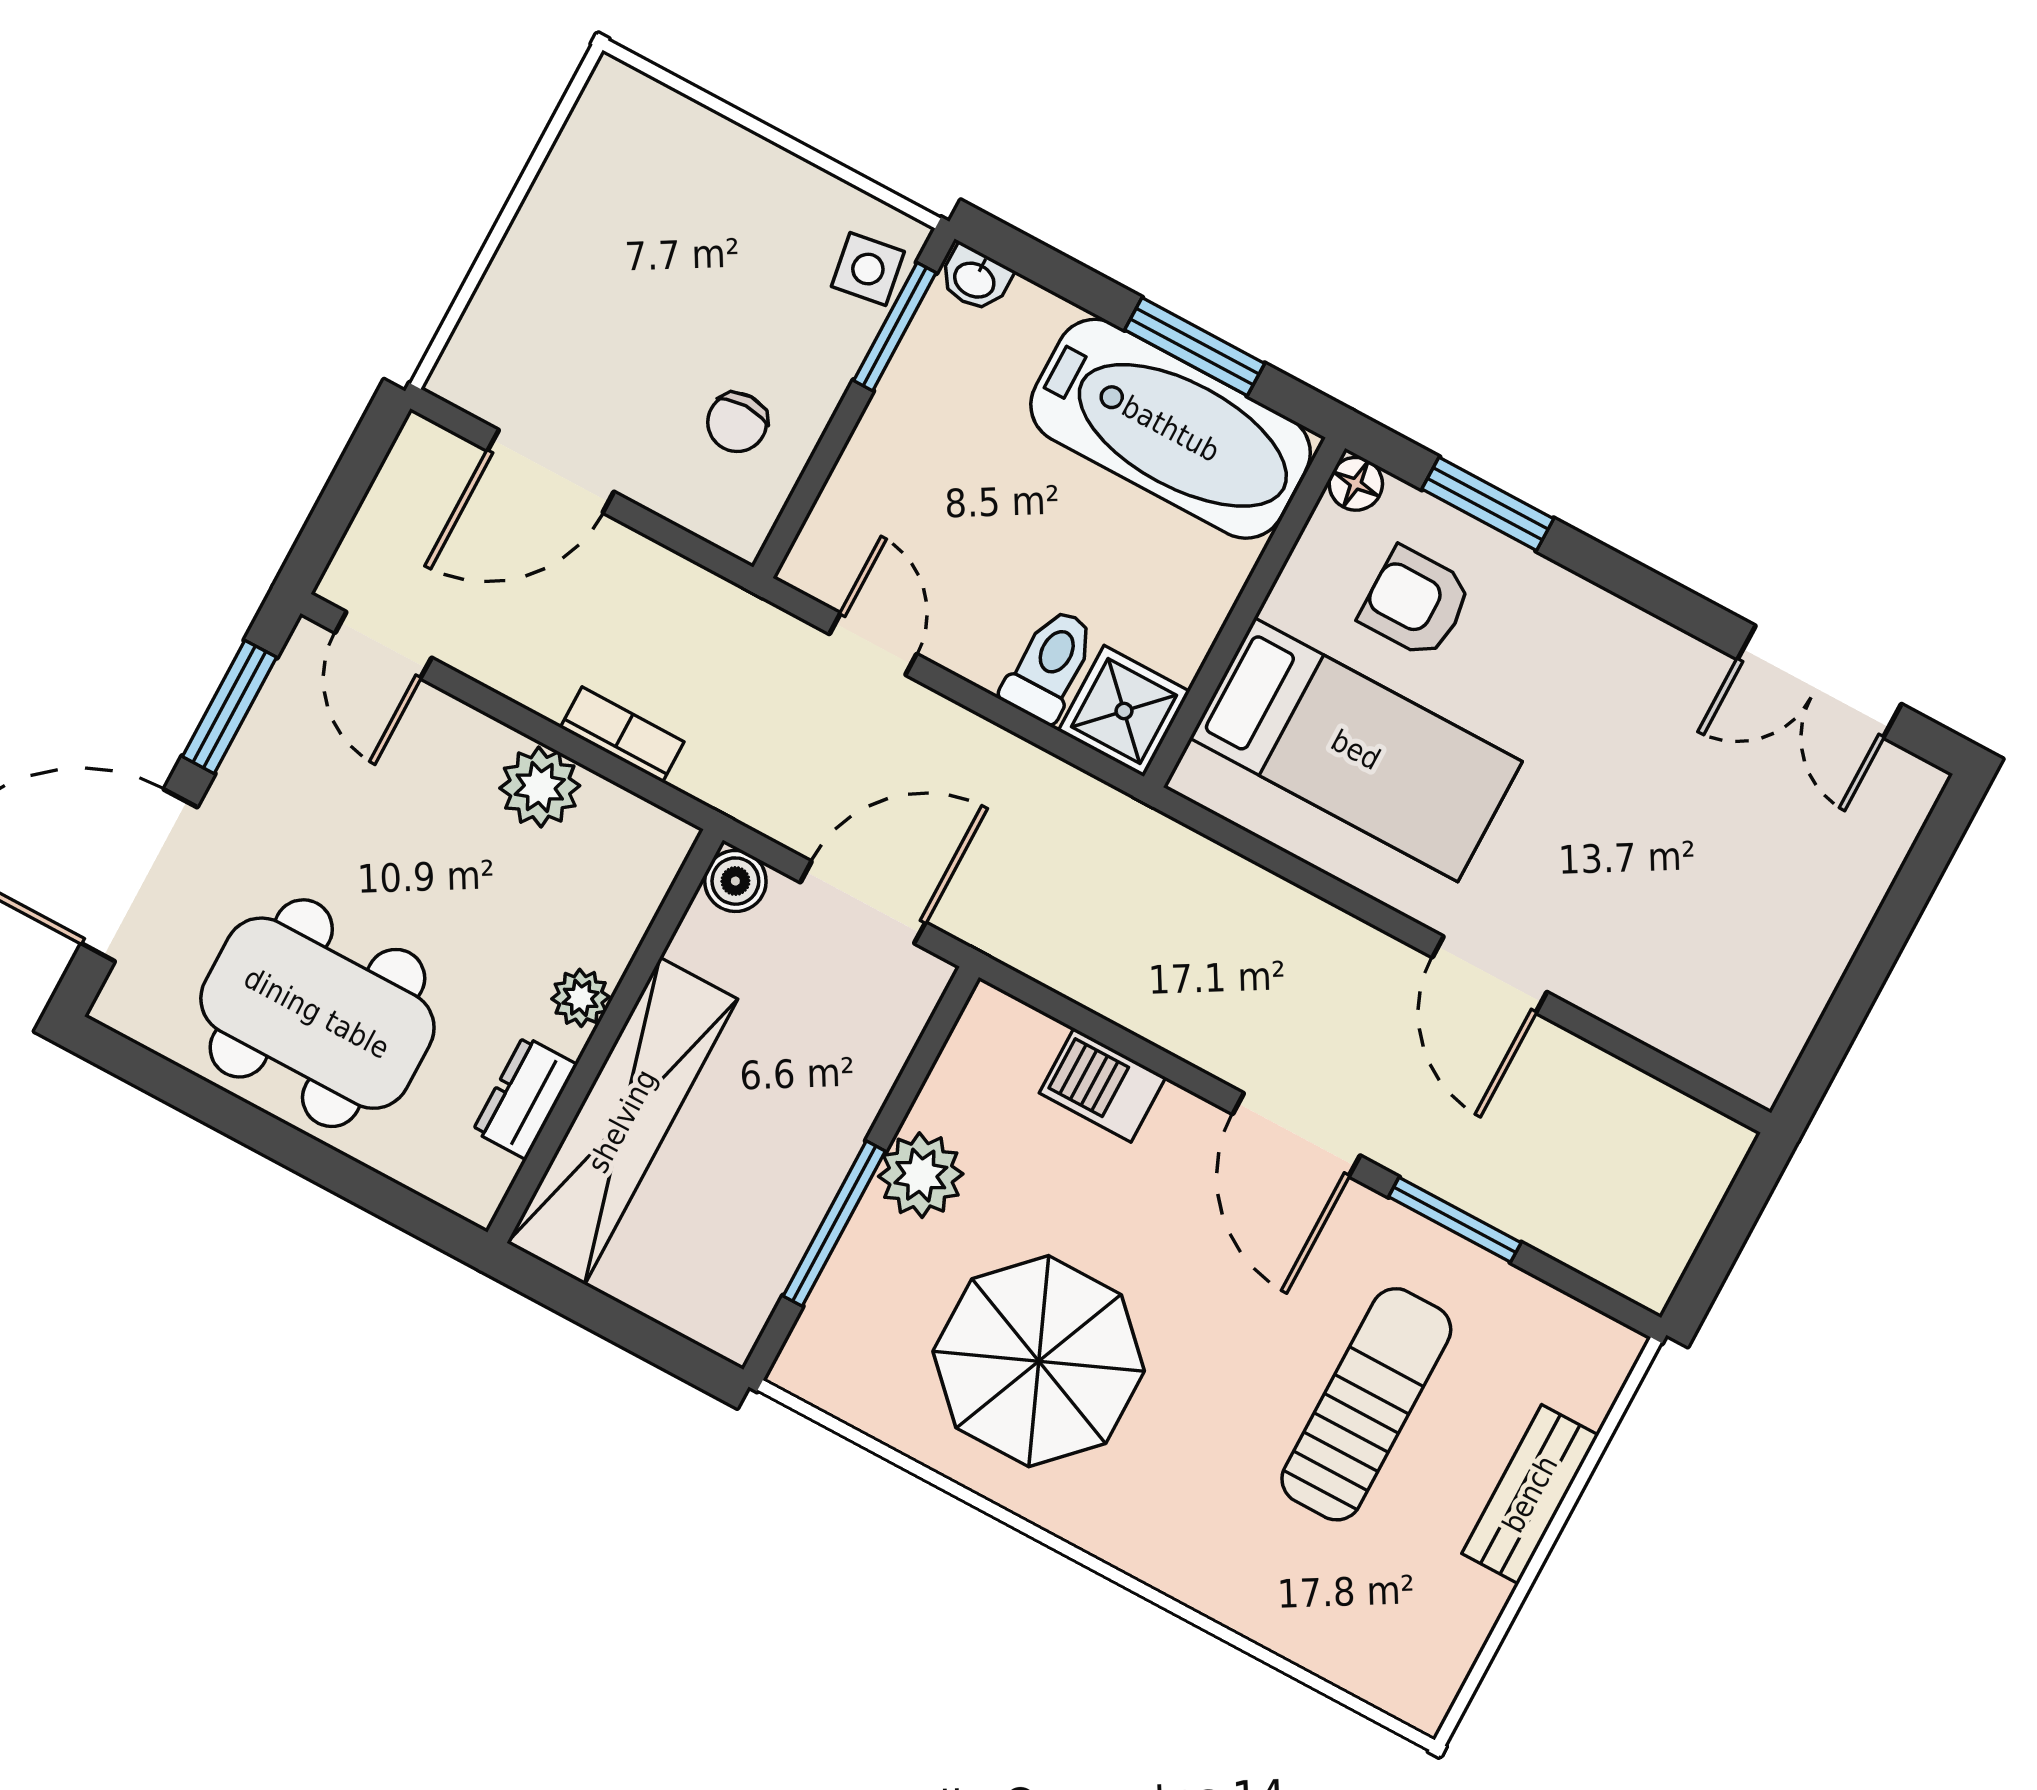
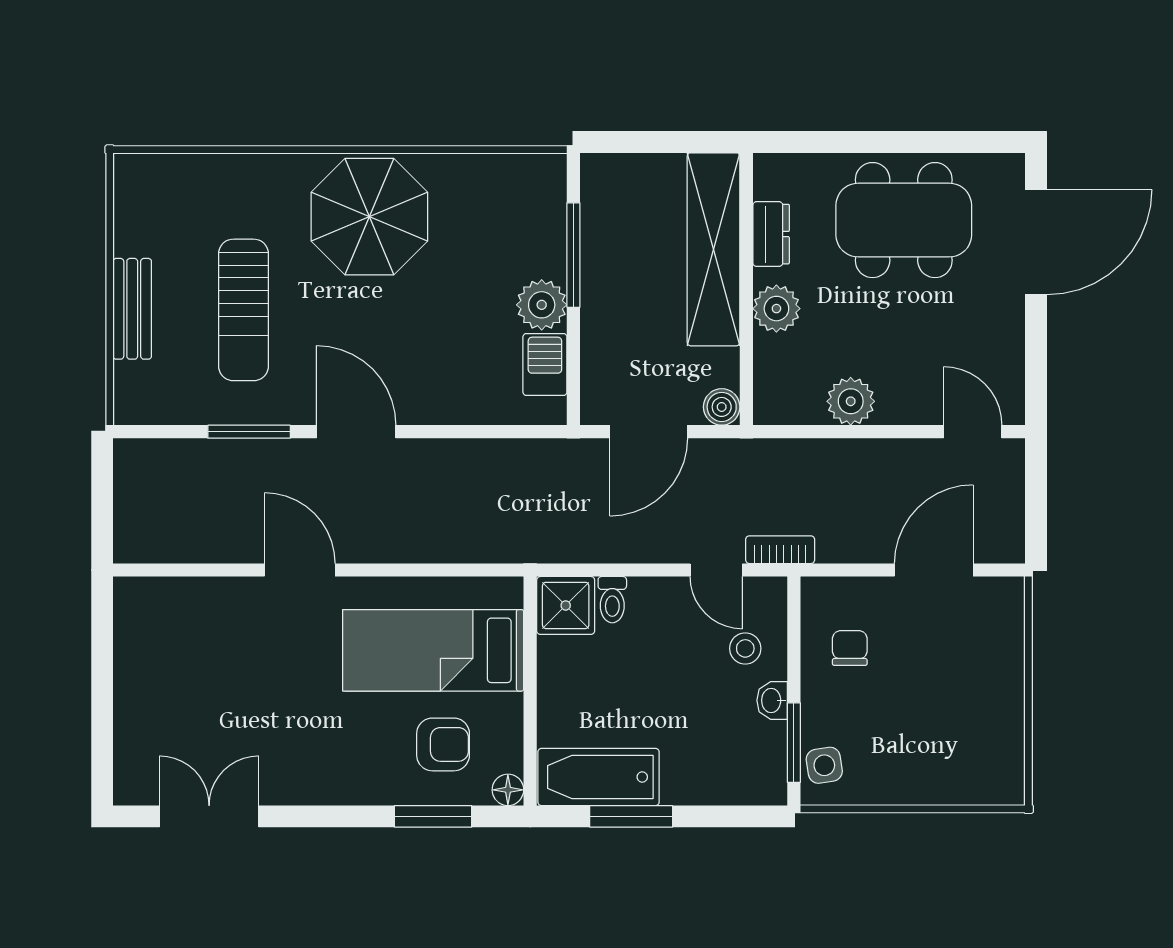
washbasin: (975, 279) -> (772, 700), moved, turned -90
bathtub: (1171, 429) -> (598, 777), width x0.73, depth x0.73
stool: (892, 505) -> (745, 648), added
toilet: (1050, 665) -> (612, 600), width x0.73, depth x0.72
window: (229, 707) -> (1036, 356), removed
bookcase: (622, 735) -> (780, 550), moved, turned 180
plant: (581, 998) -> (776, 309), width x1.38, depth x1.38
barbecue: (1103, 1085) -> (545, 365), moved, turned -90
parasol: (1039, 1361) -> (369, 217), moved

